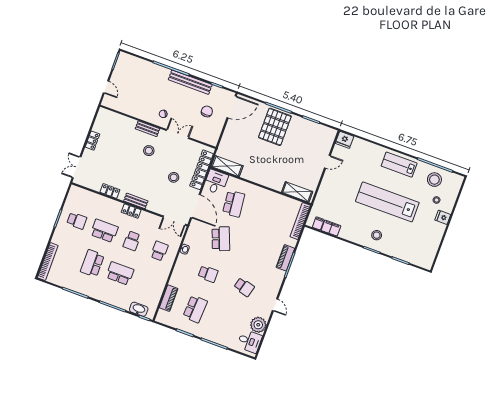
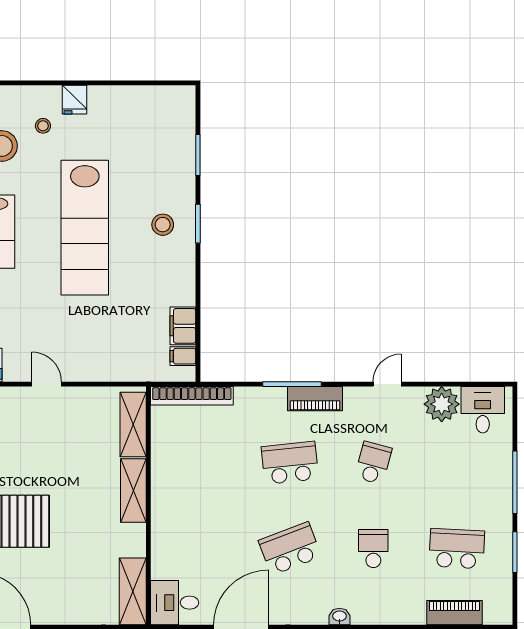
shelving: (269, 182) -> (133, 491), added
school desk: (234, 204) -> (290, 463), moved
piano: (285, 258) -> (315, 399), moved

